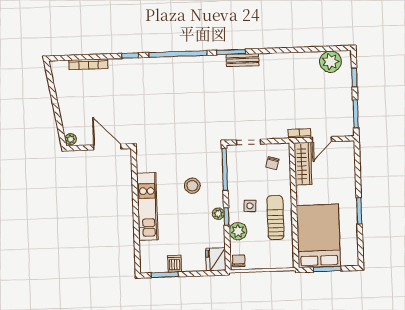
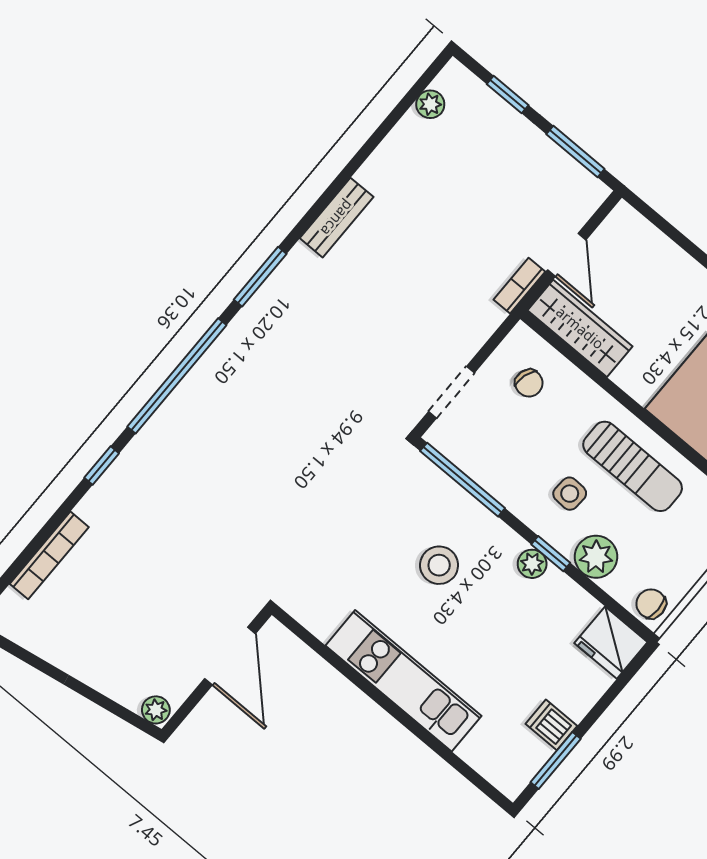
bench: (242, 60) -> (337, 218), moved
plant: (330, 62) -> (430, 104), width x0.53, depth x0.53
door: (107, 147) -> (230, 656), swing flipped
sun lounger: (275, 218) -> (633, 466), turned 180

